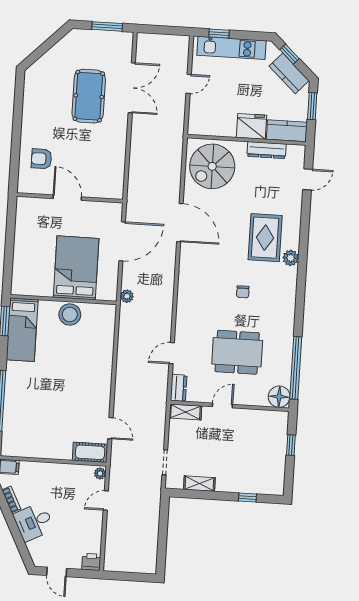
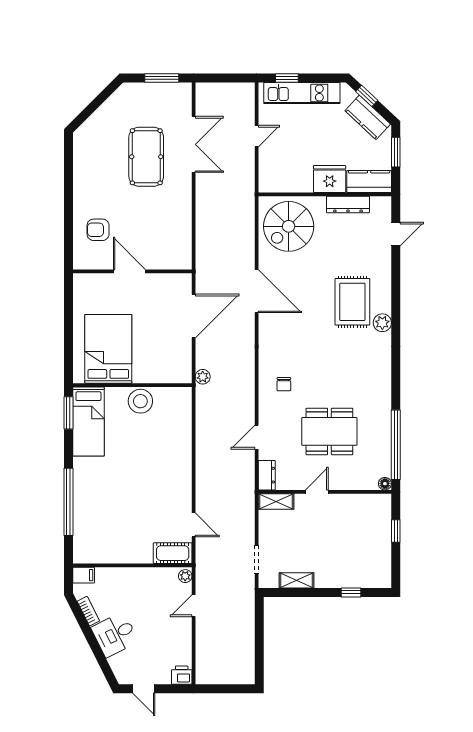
bed: (76, 268) -> (108, 349), moved
chair: (243, 292) -> (284, 384), moved
floor lamp: (279, 397) -> (385, 484), width x0.53, depth x0.53

